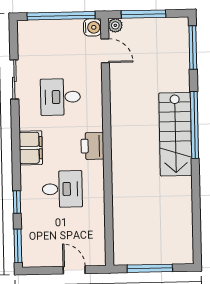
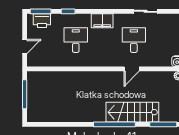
door: (105, 51) -> (132, 69), moved
stairs: (175, 134) -> (132, 112), moved
printer: (92, 146) -> (42, 21), moved, turned 180
desk: (62, 189) -> (76, 40), turned 180

